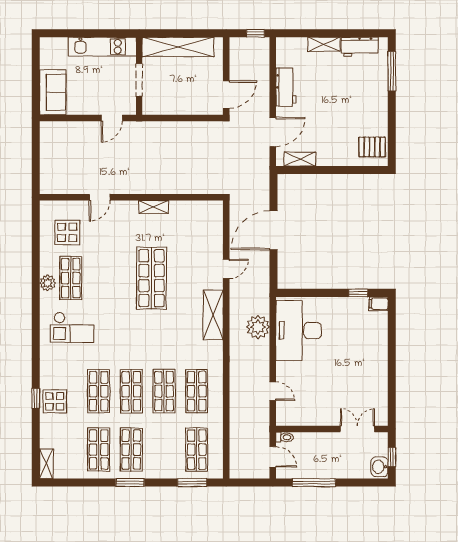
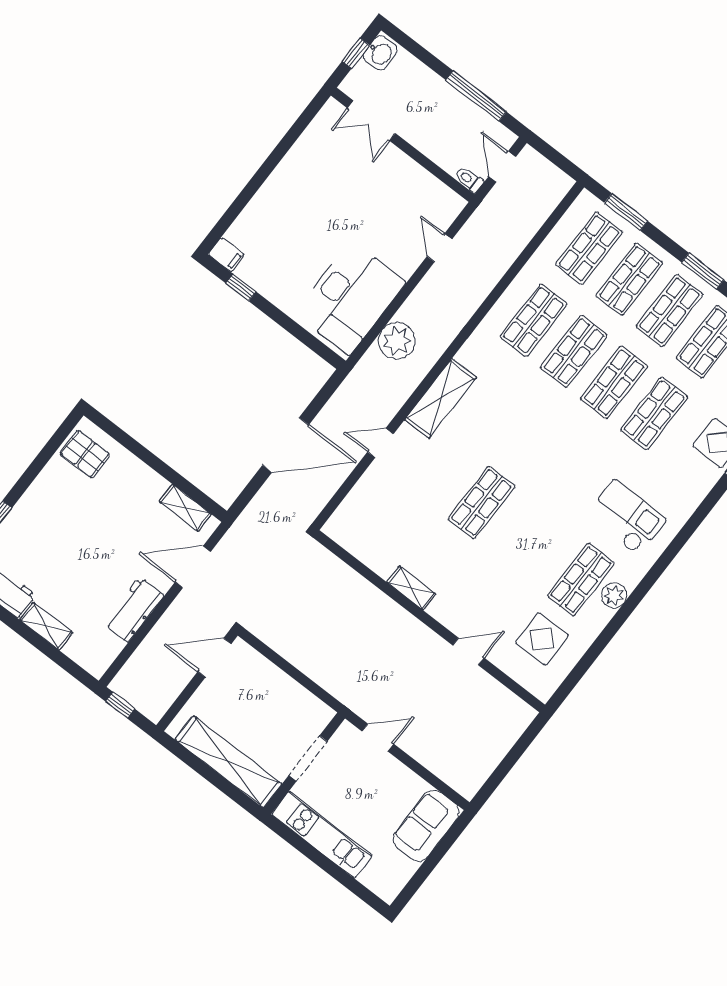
shop shelf: (152, 278) -> (481, 502), width x0.70, depth x0.74
shop shelf: (164, 450) -> (629, 279), added

